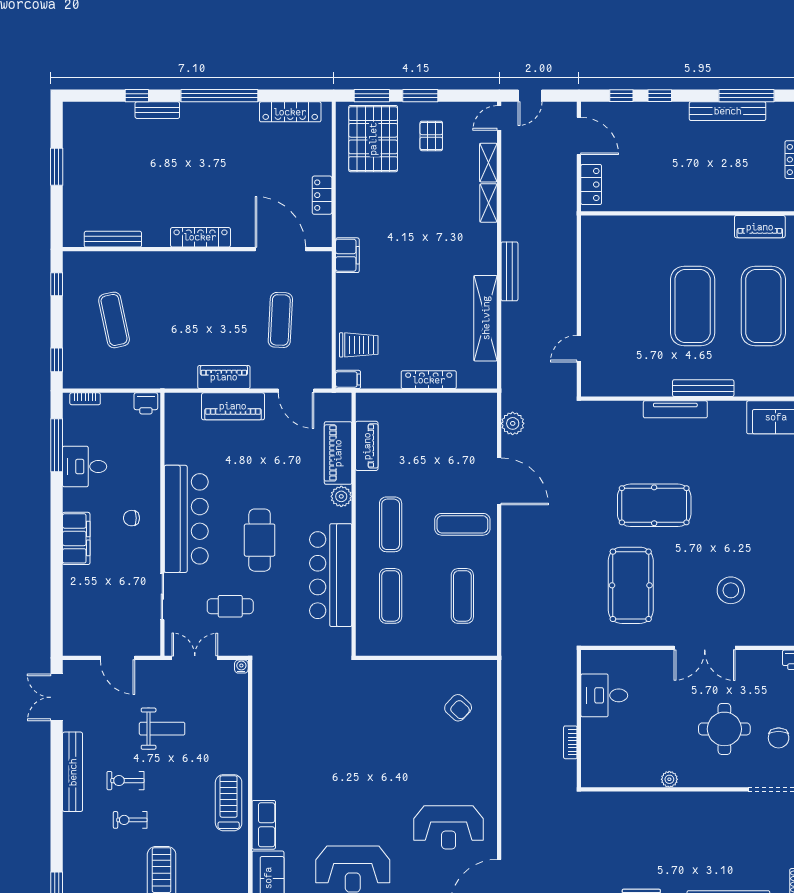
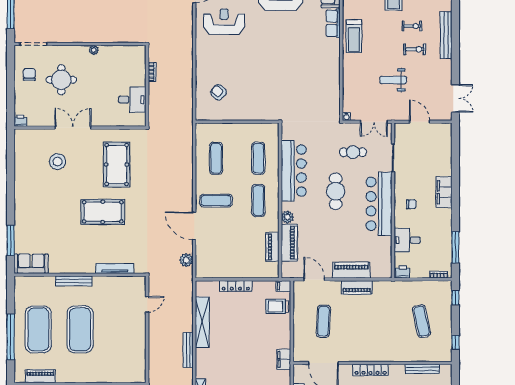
tv unit: (675, 409) -> (115, 268), moved
desk: (85, 467) -> (407, 240), moved, turned 180
bench: (73, 772) -> (446, 35), moved

